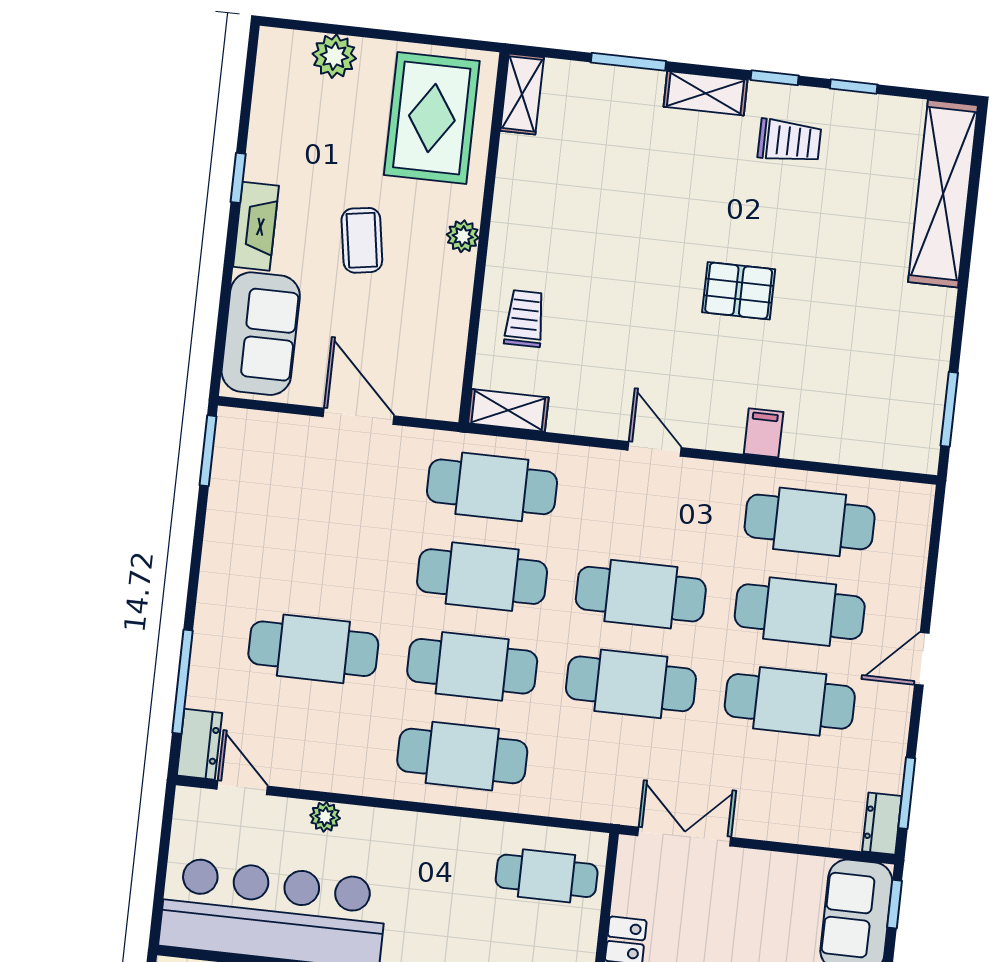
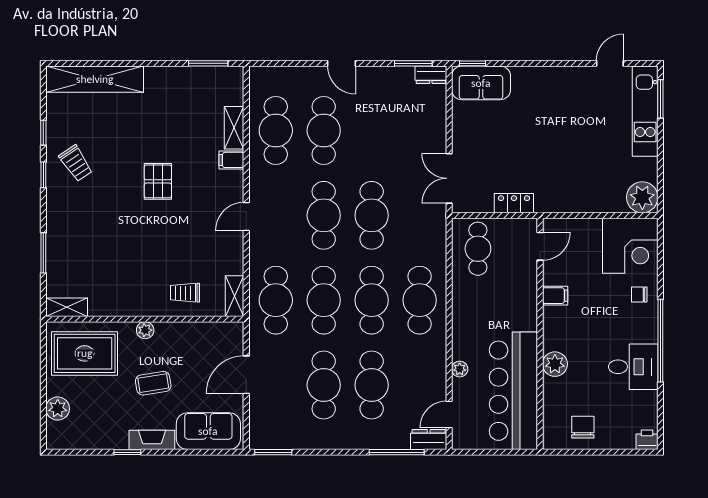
shelving: (706, 93) -> (234, 128), moved
trolley: (789, 141) -> (76, 163), turned 146
cafe table: (790, 701) -> (324, 385), moved

